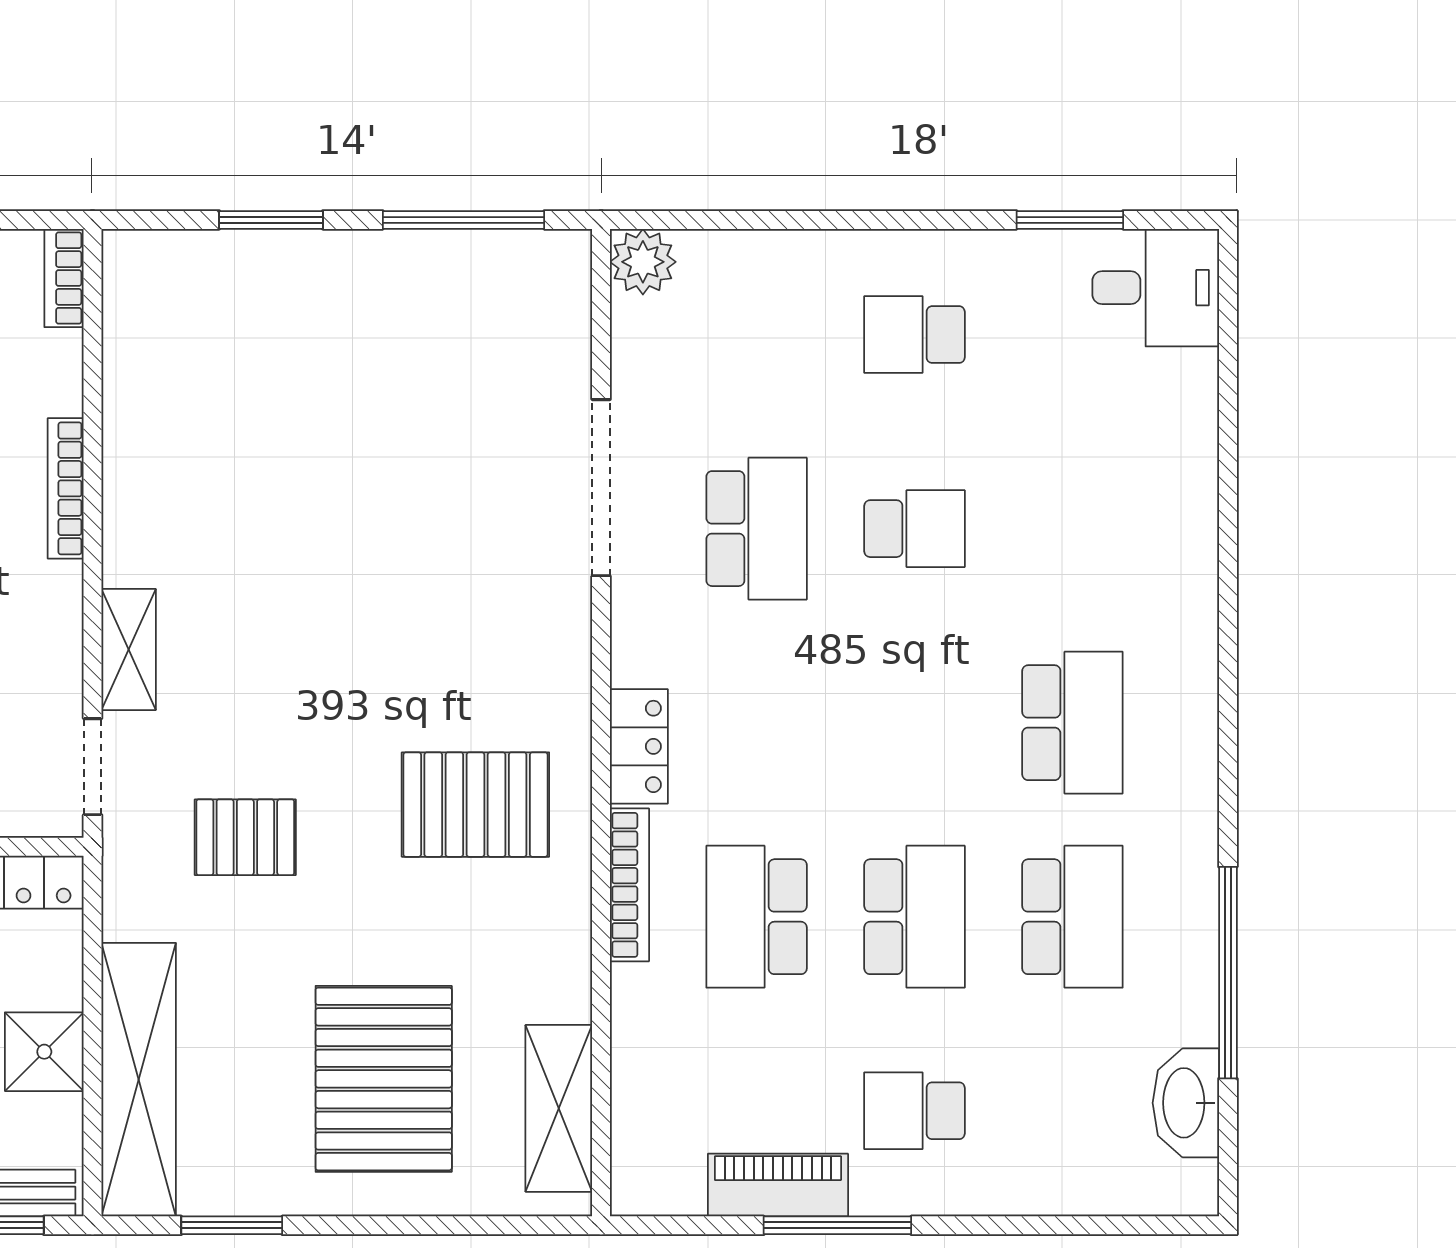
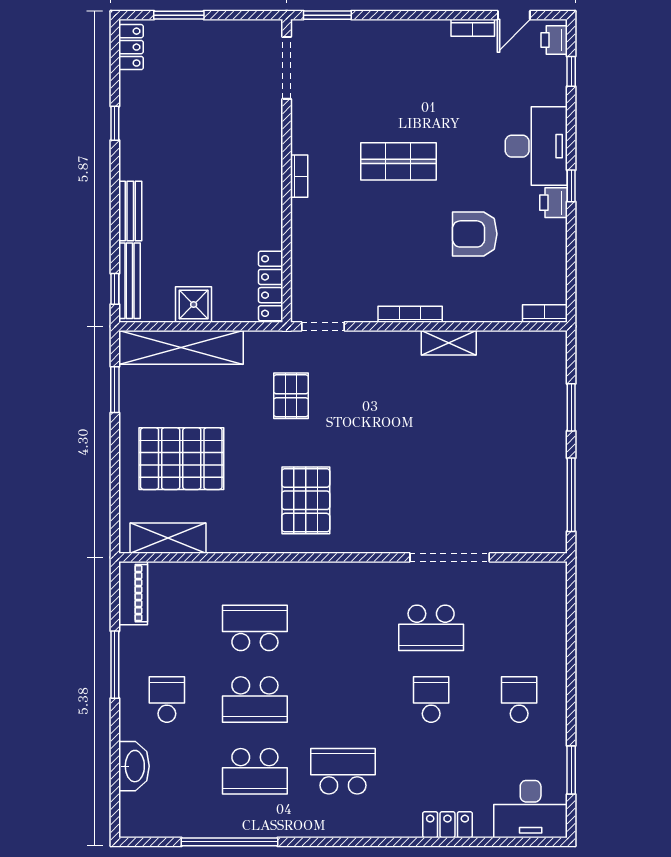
plant: (643, 262) -> (552, 576), removed
desk: (1156, 288) -> (531, 809), width x1.37
bookcase: (66, 488) -> (410, 314), moved
school desk: (914, 529) -> (431, 700), turned 180
shelving: (129, 650) -> (449, 343), moved
school desk: (1072, 723) -> (343, 771), turned 180
locker: (639, 746) -> (447, 825), moved, turned 180
bookcase: (630, 885) -> (269, 570), removed
washbasin: (1186, 1103) -> (134, 766), moved, turned 90
piano: (778, 1185) -> (133, 593), moved

